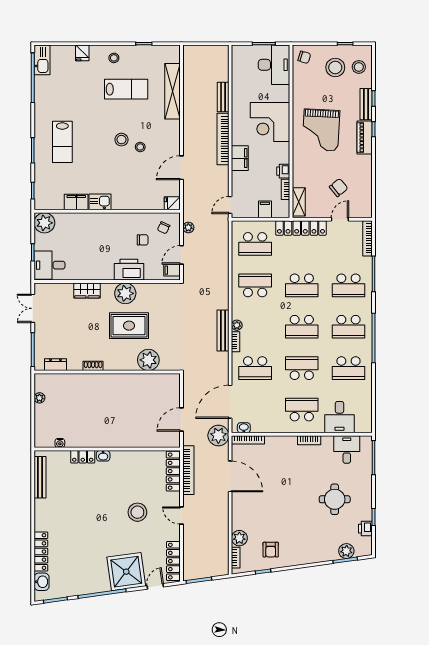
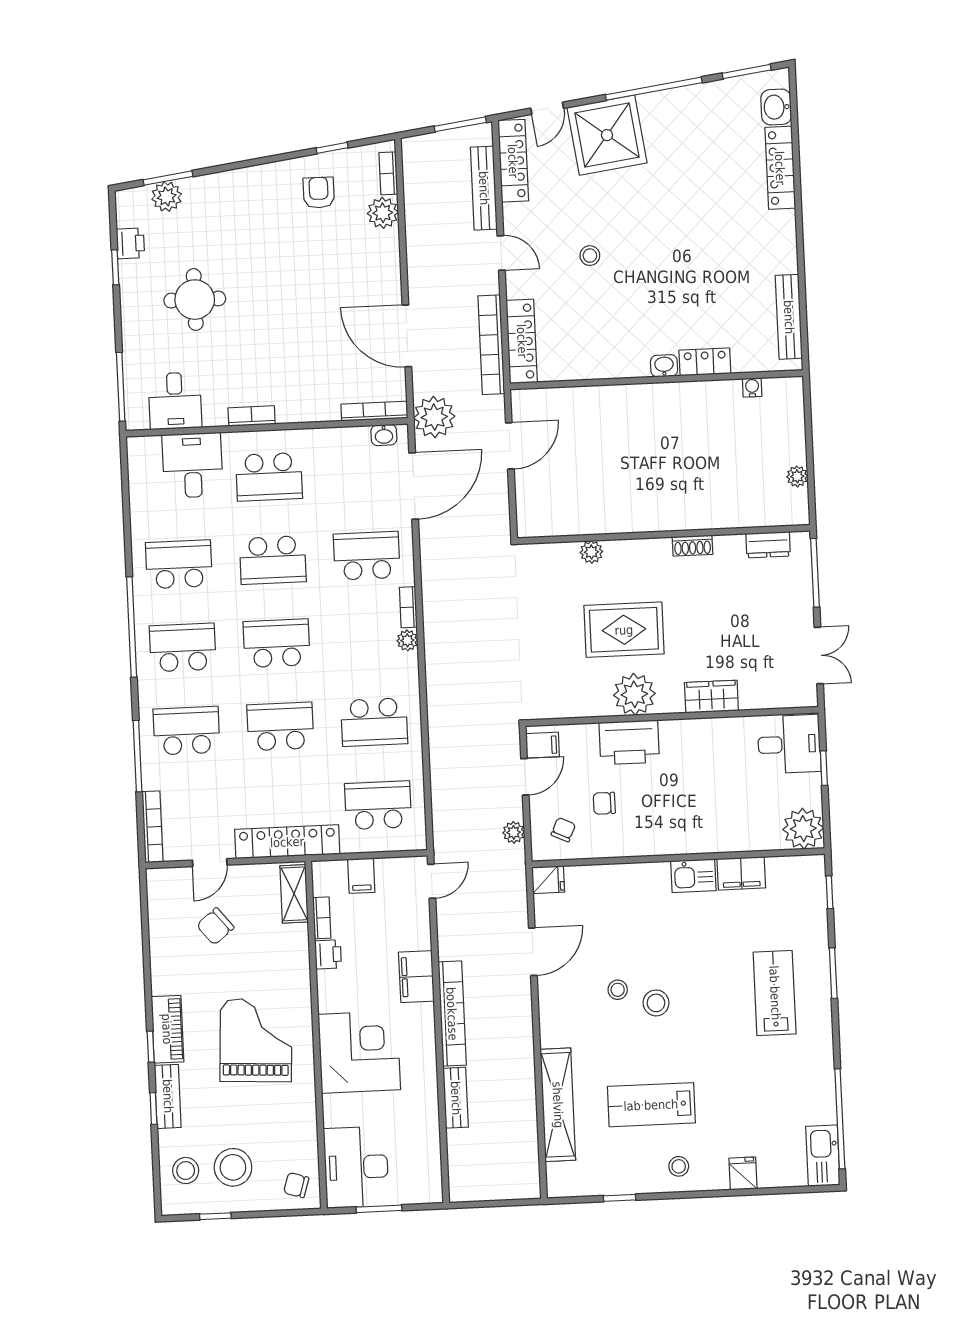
bench: (223, 331) -> (484, 188), moved
plant: (148, 360) -> (591, 552), width x0.53, depth x0.53
stool: (137, 512) -> (590, 256), width x0.53, depth x0.53

